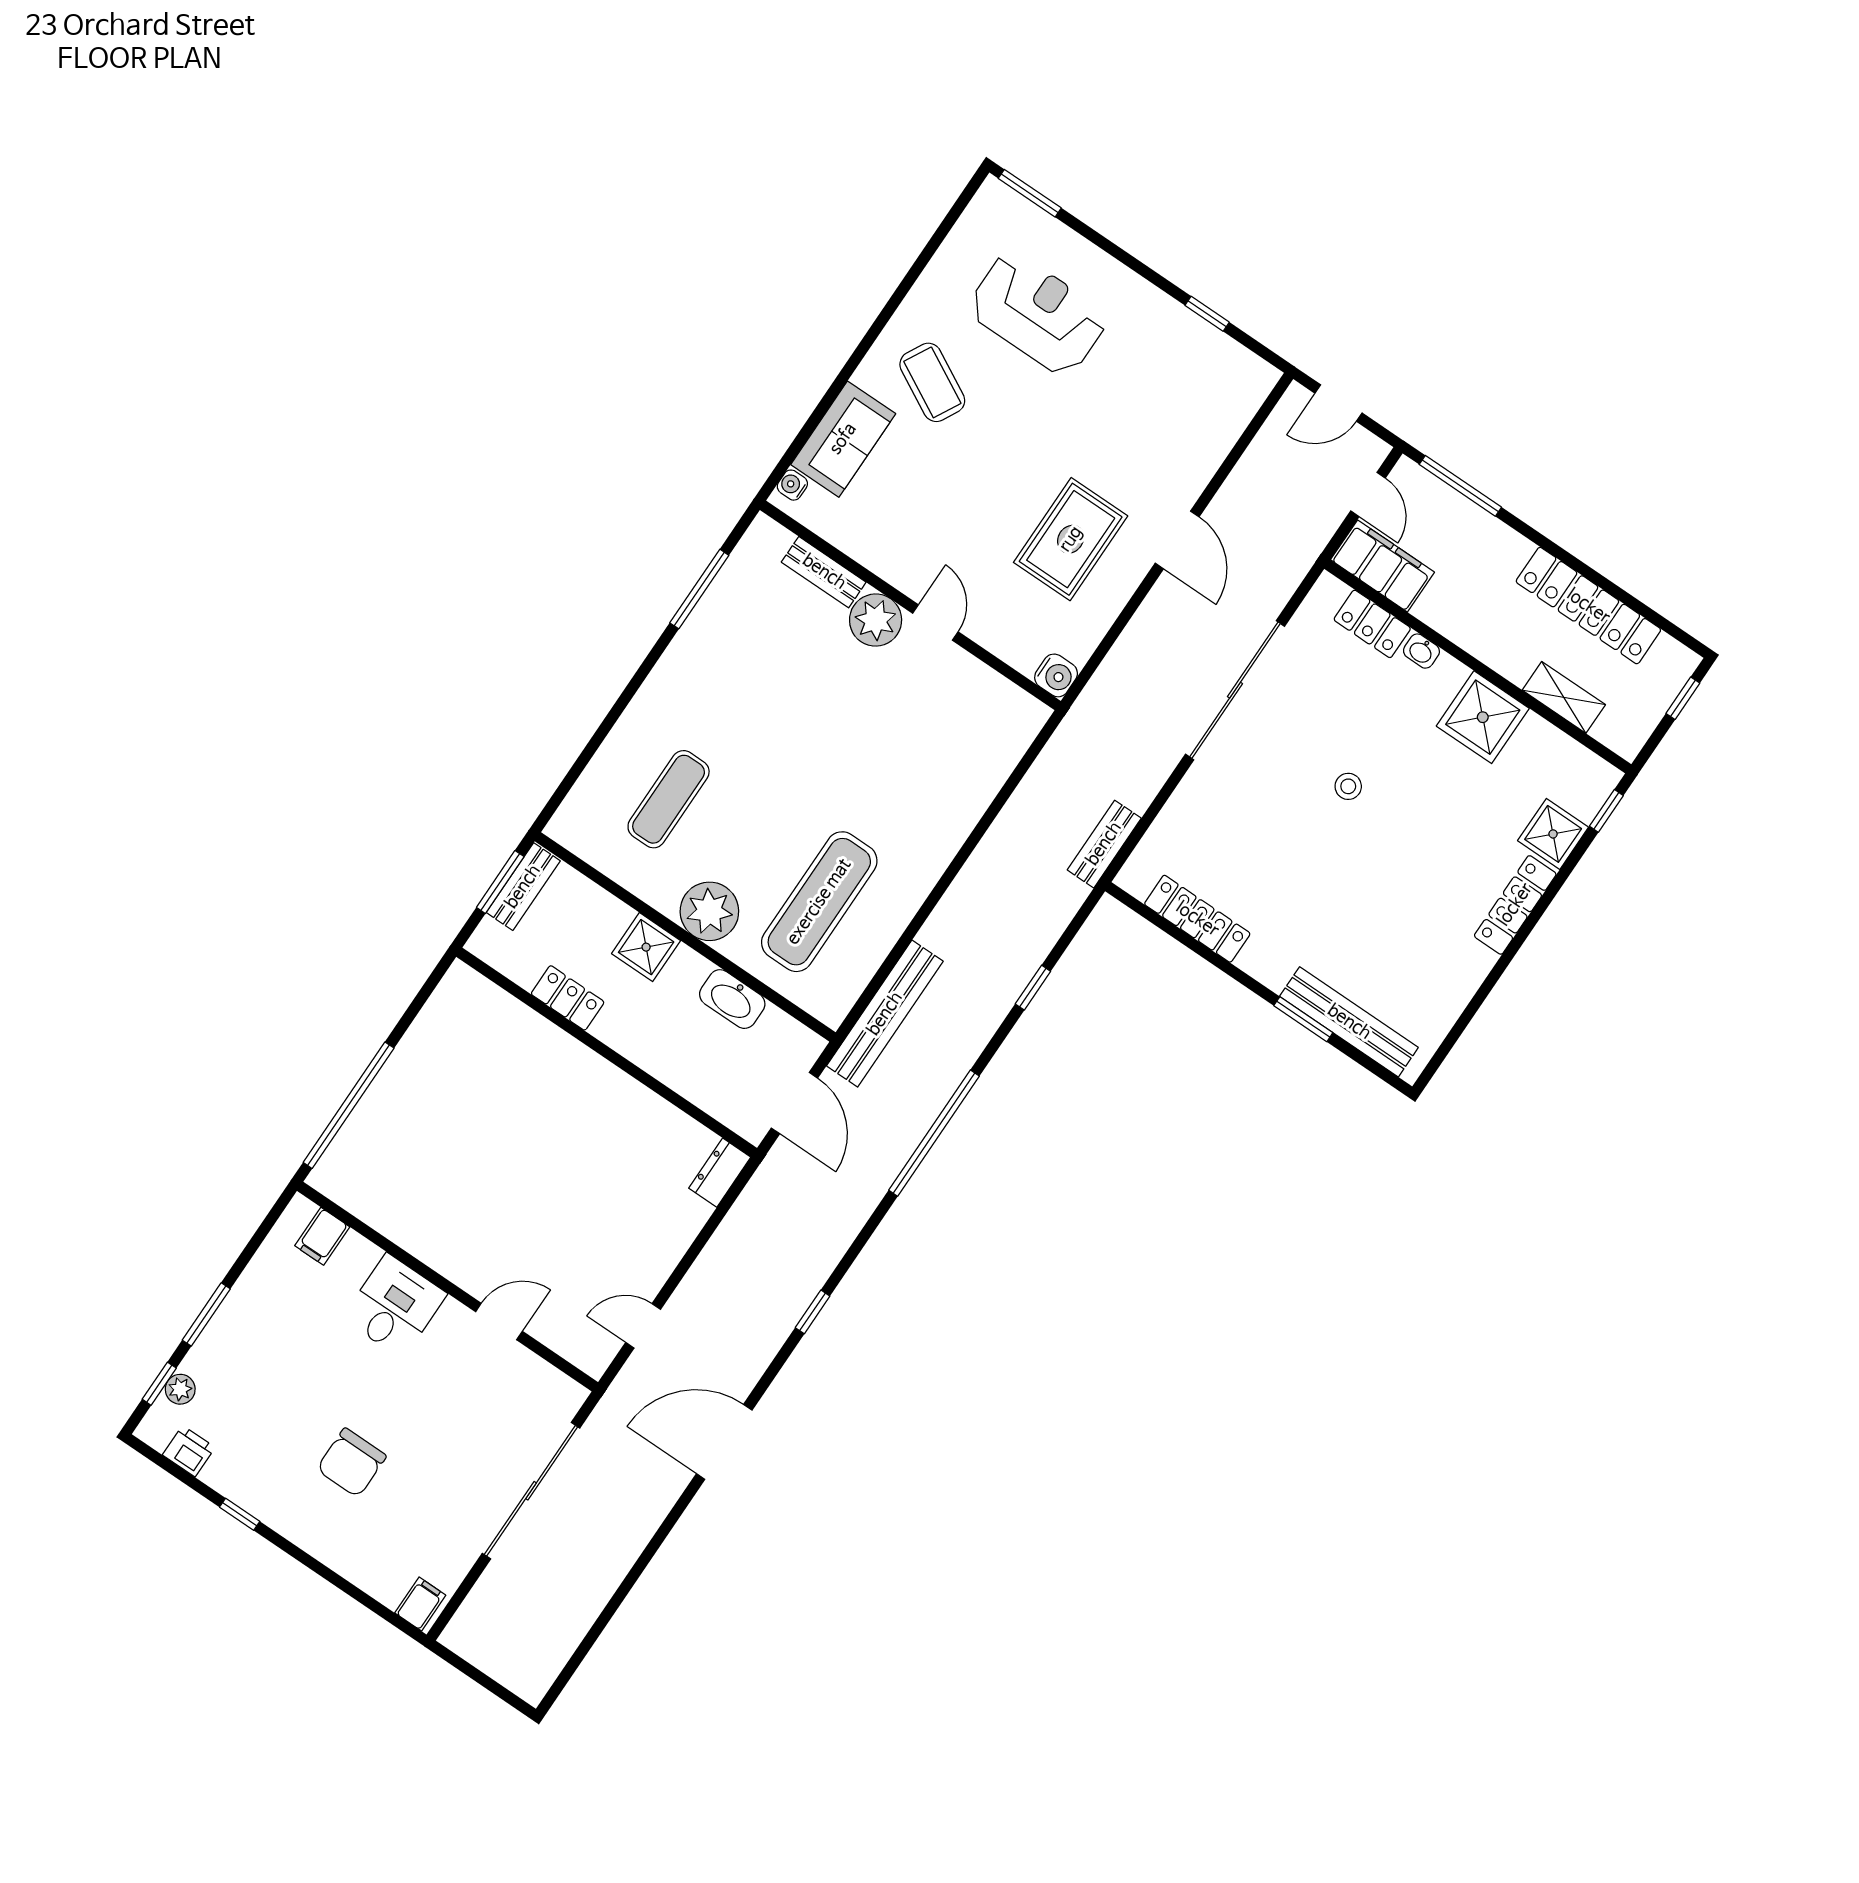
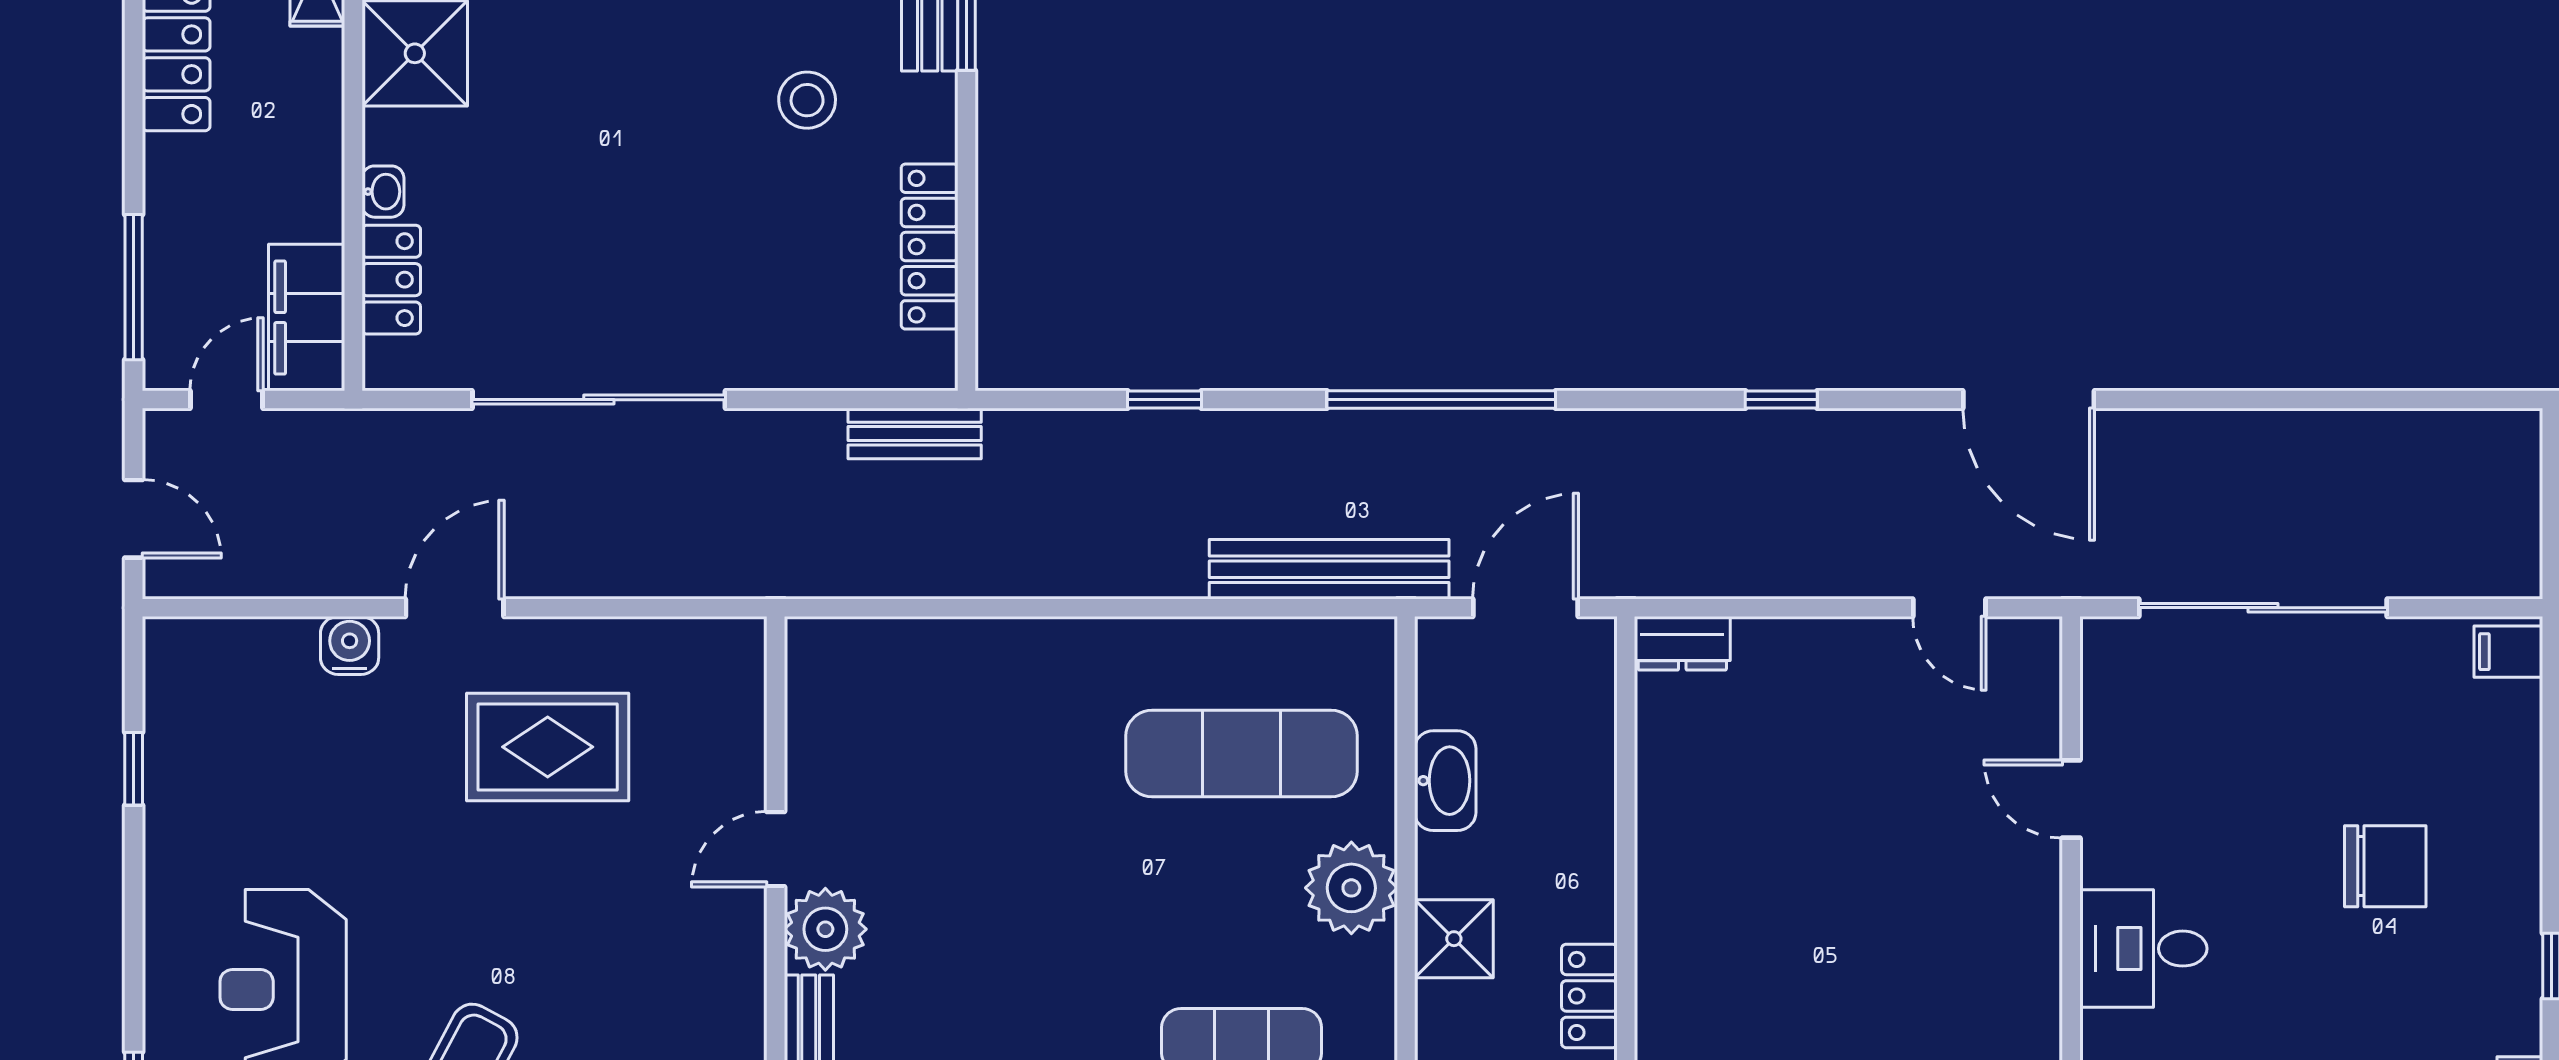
water cooler: (1056, 675) -> (350, 645), moved
stool: (1348, 786) -> (807, 100), moved, width x1.37, depth x1.37

